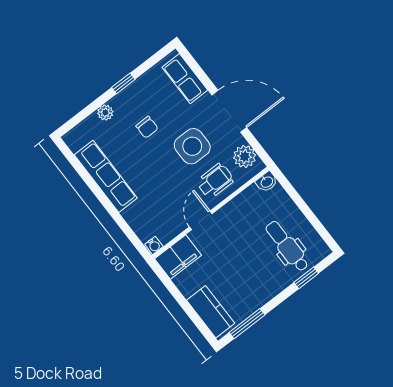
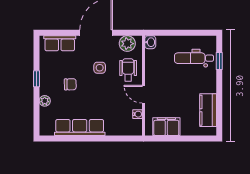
side table: (192, 146) -> (100, 68), width x0.54, depth x0.54
water cooler: (154, 245) -> (137, 114), moved
filing cabinet: (178, 257) -> (166, 127), moved, turned -90
kitchen counter: (211, 312) -> (208, 110), moved, turned -90
window: (247, 324) -> (219, 113), removed

